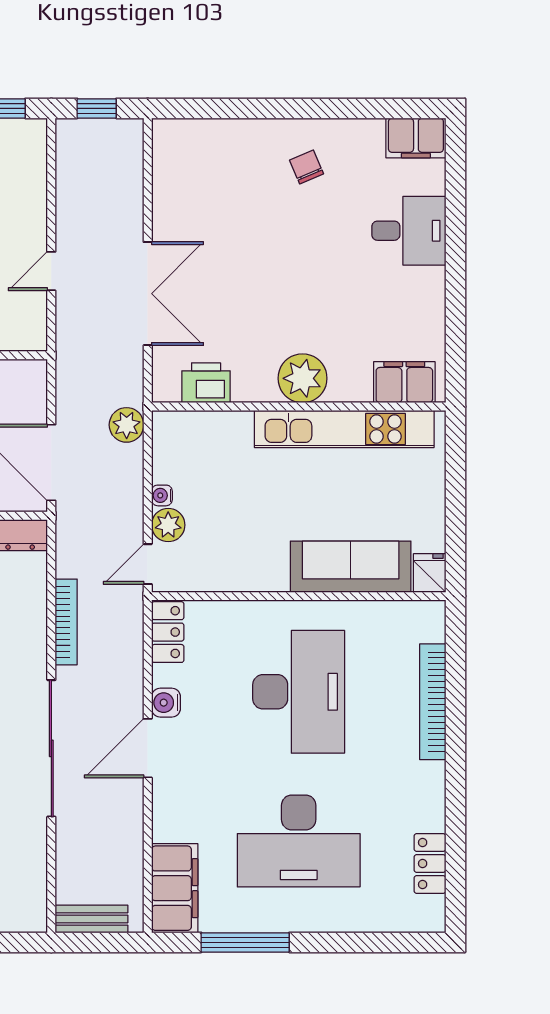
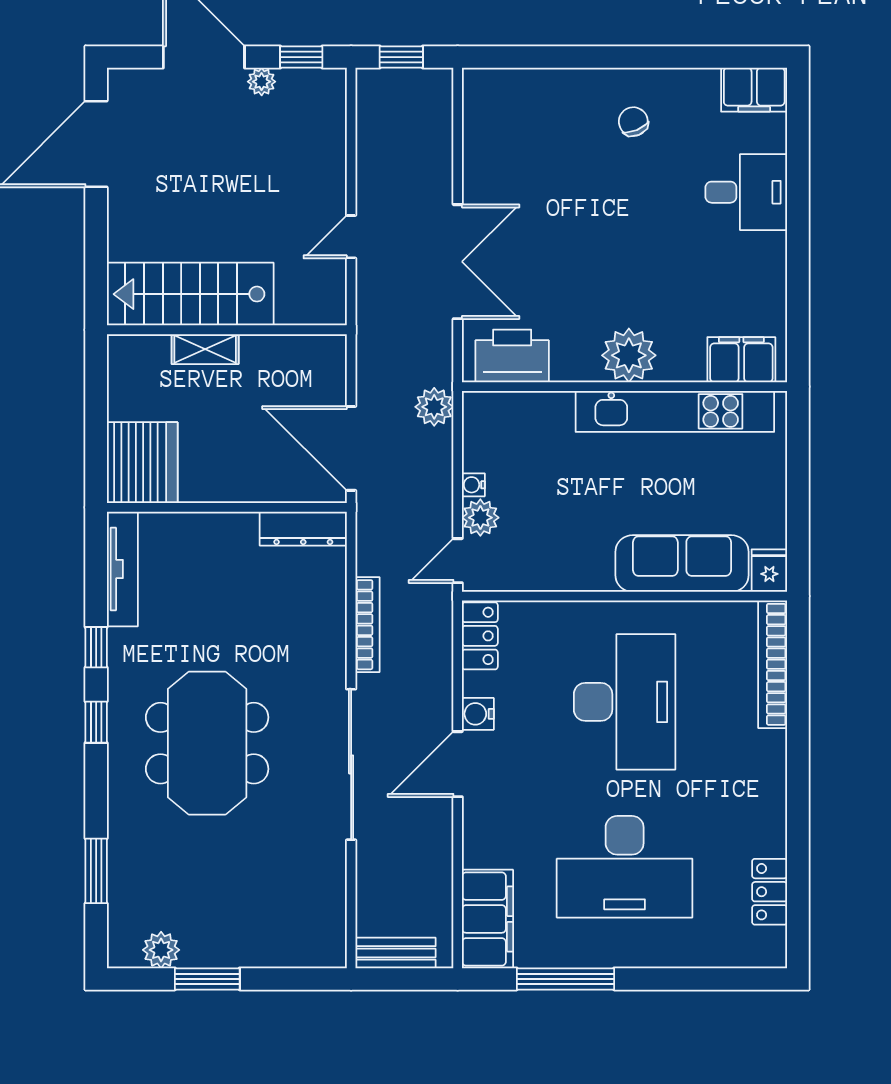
printer: (206, 383) -> (512, 356), width x1.37, depth x1.19
bookcase: (433, 702) -> (773, 664), moved

